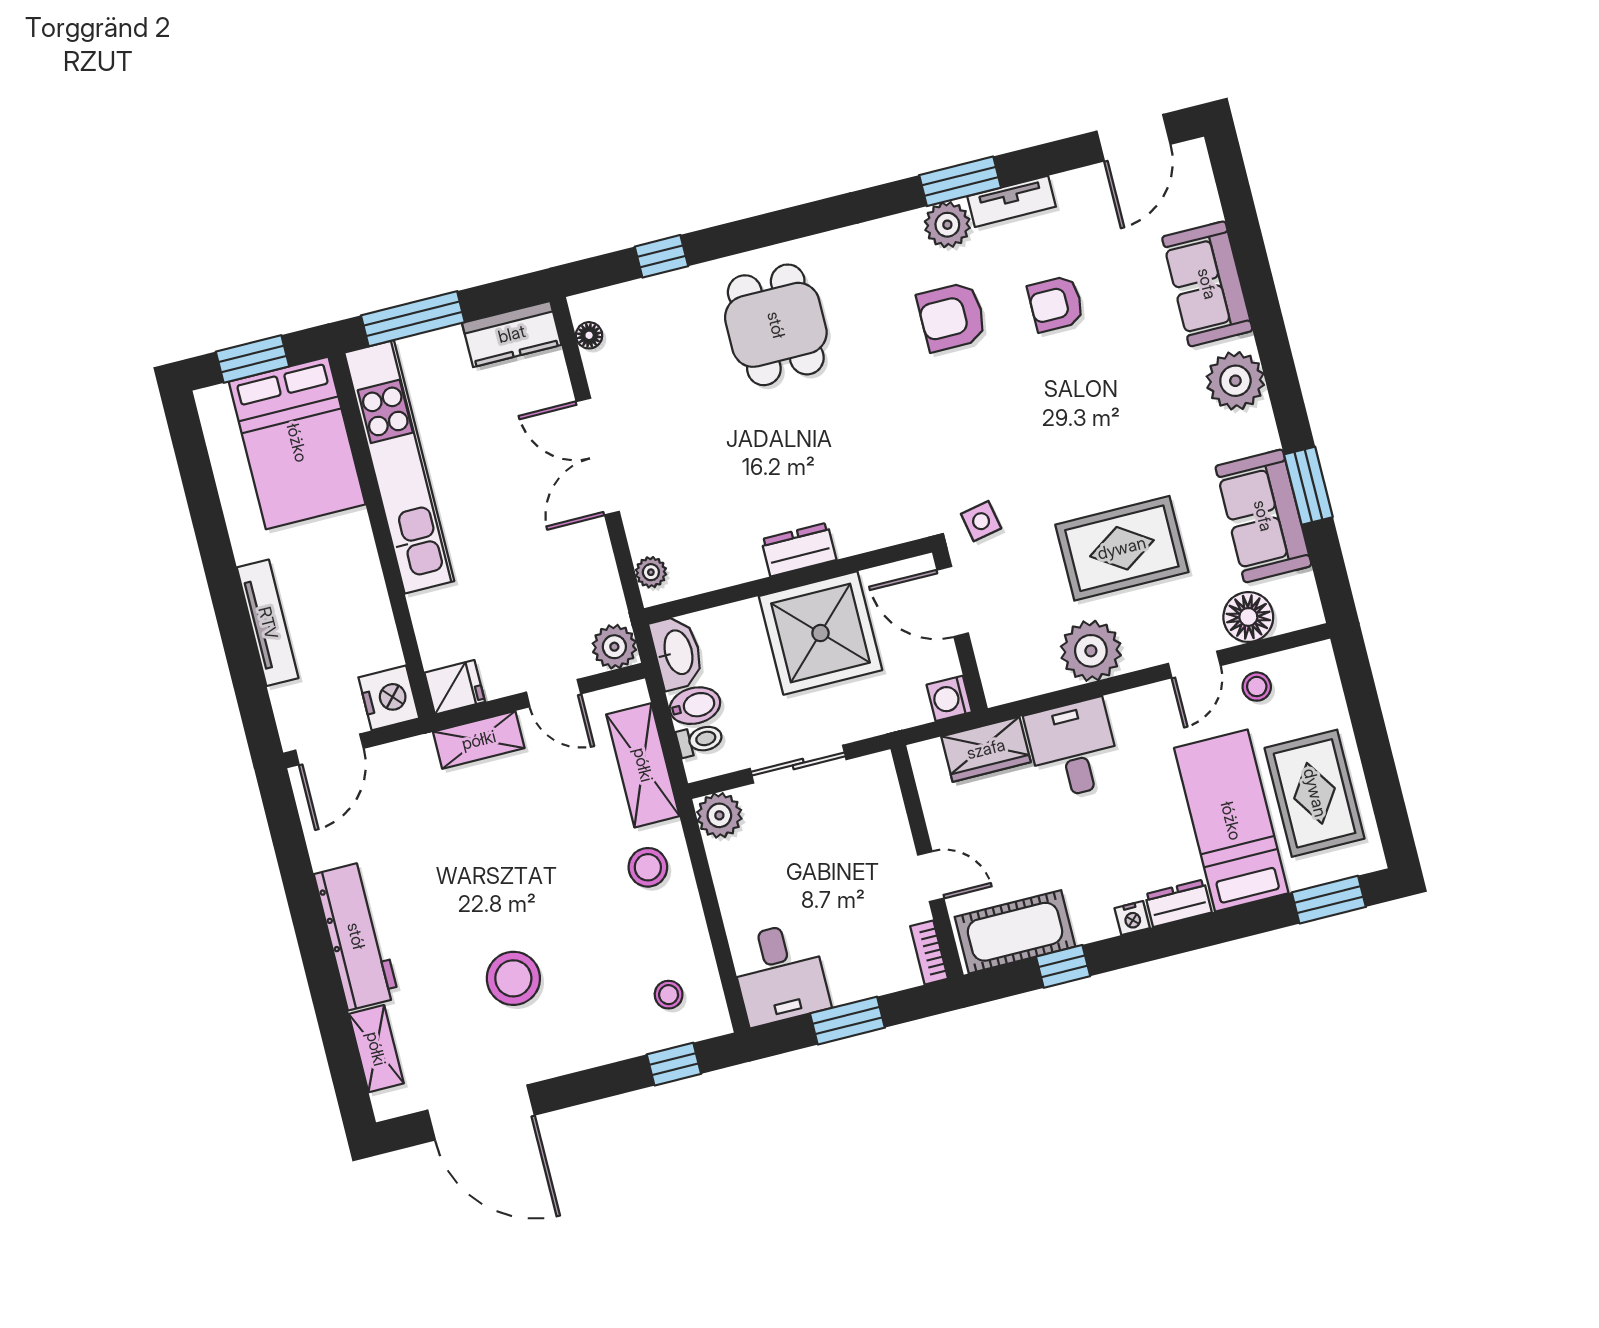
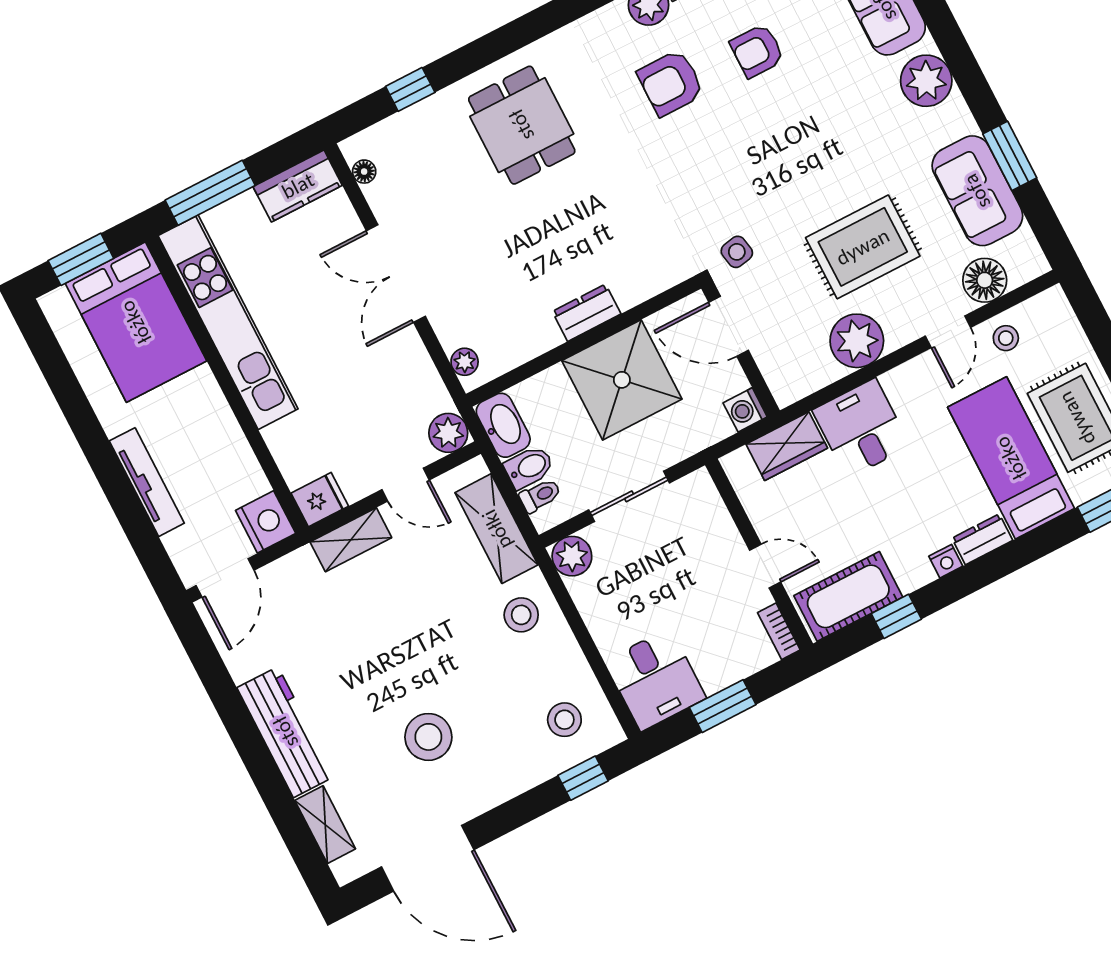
stool: (669, 995) -> (564, 720), width x1.37, depth x1.37

